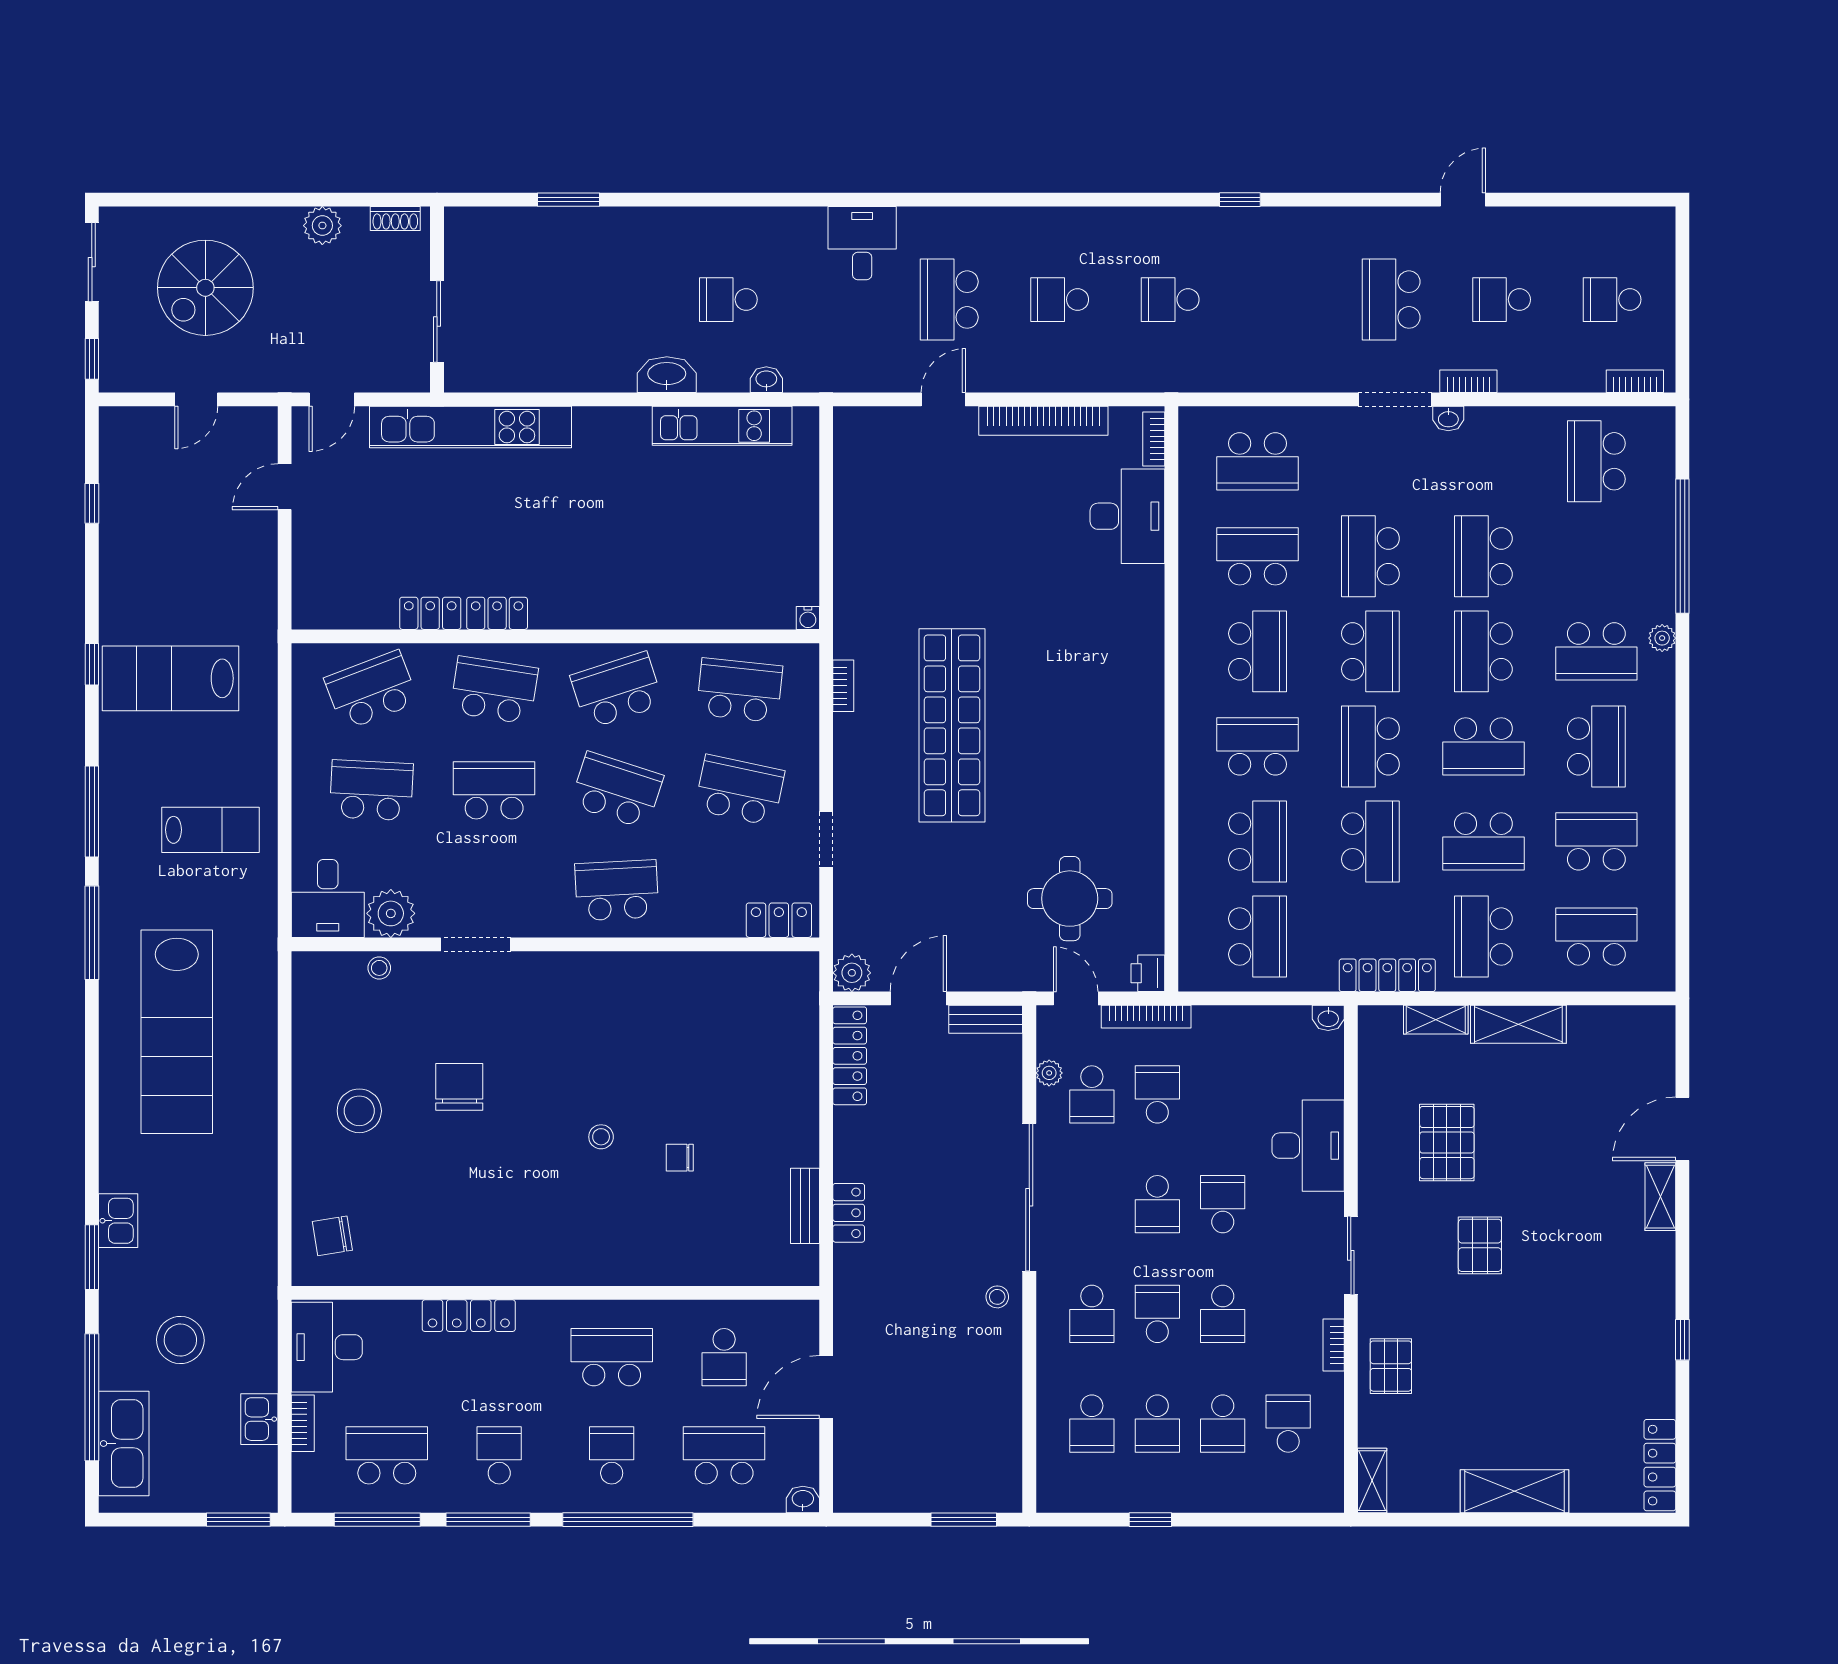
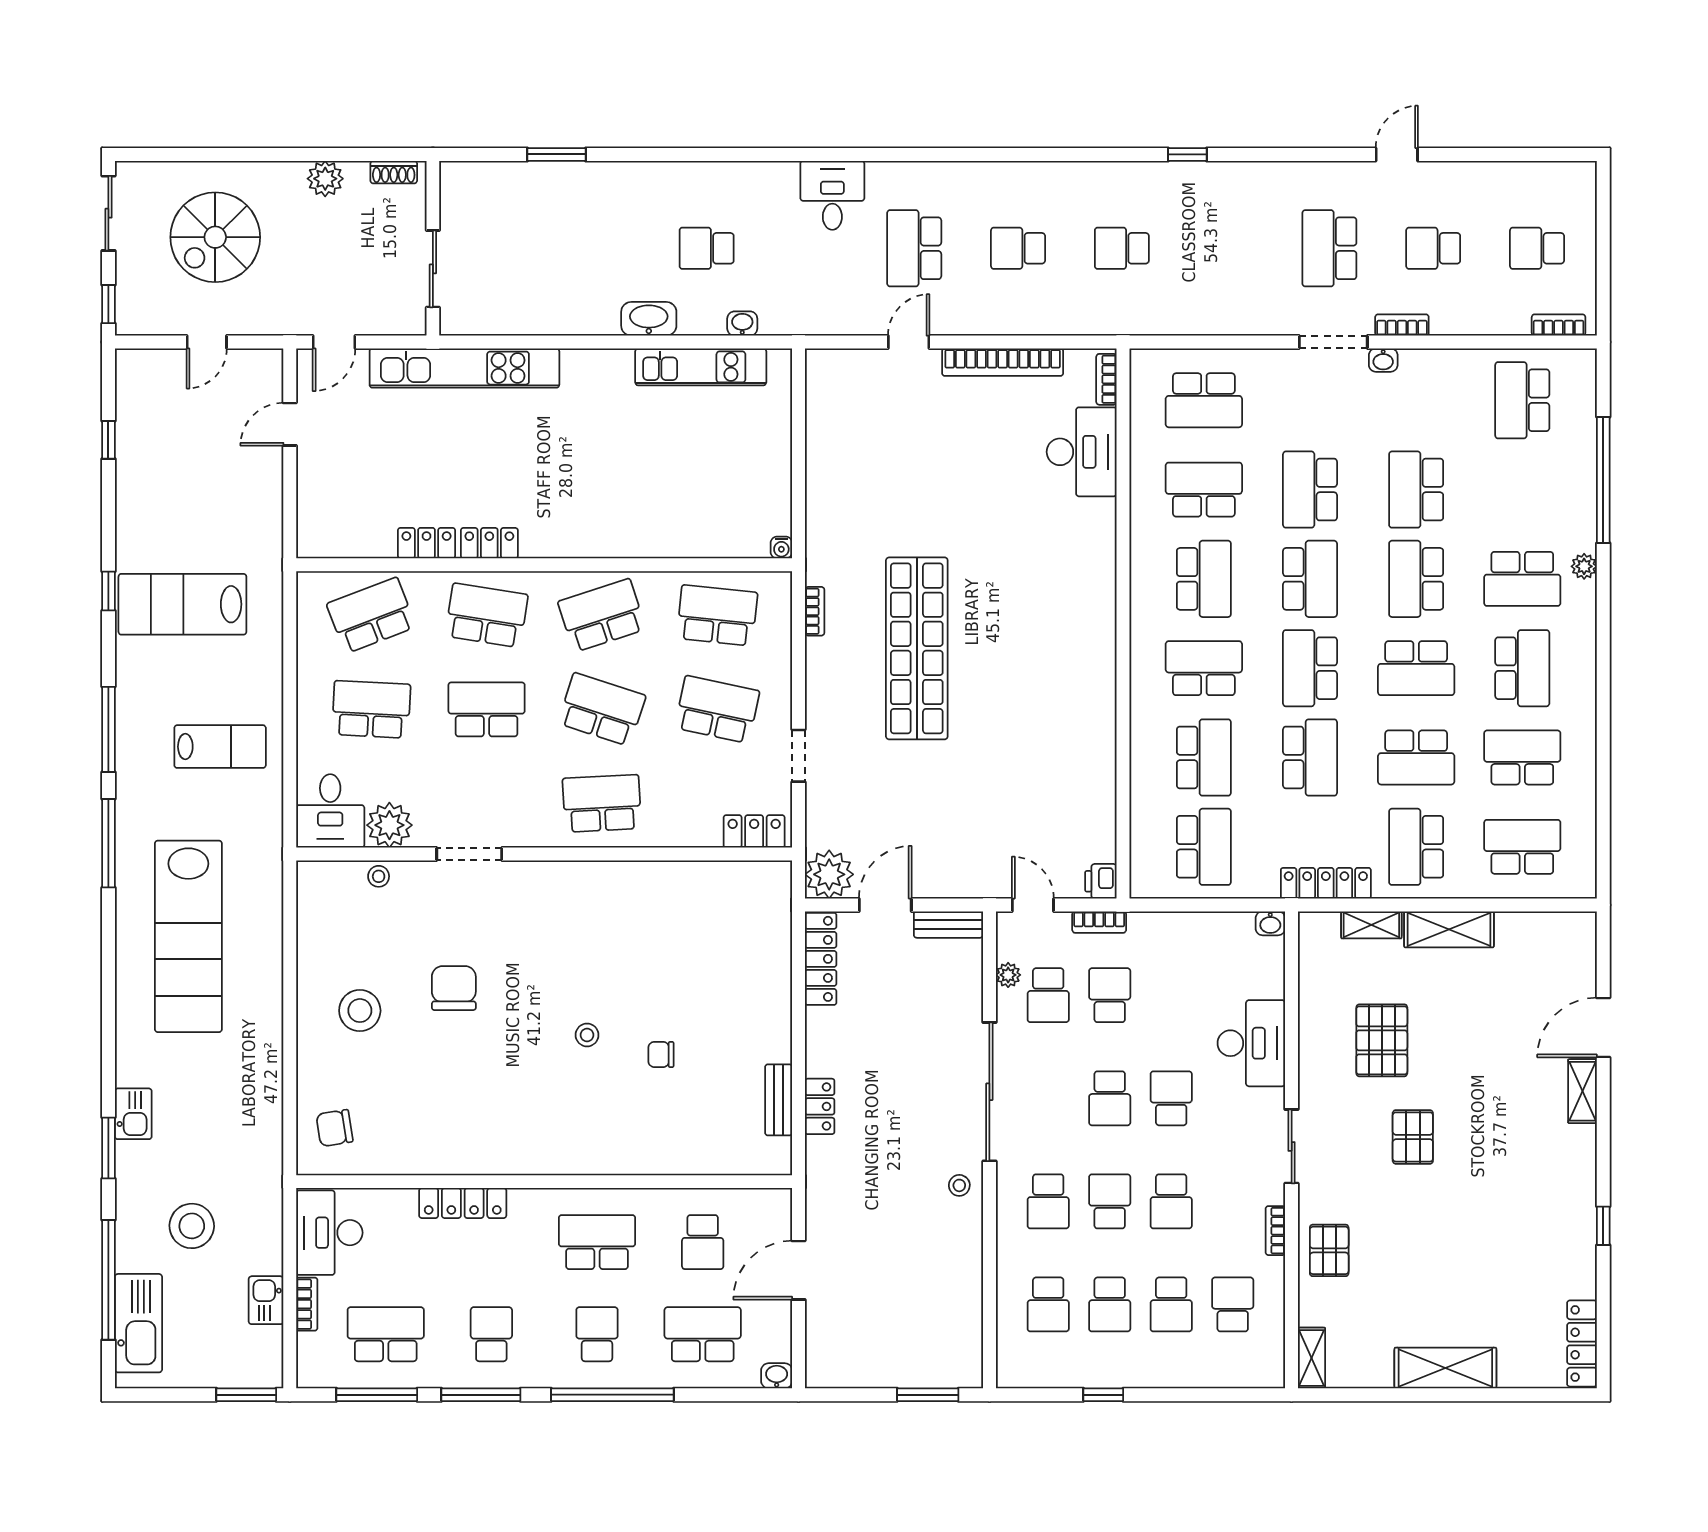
round table: (1070, 899) -> (1027, 811), removed
plant: (852, 973) -> (829, 874), width x1.36, depth x1.36
bookcase: (1146, 1017) -> (1099, 922), width x0.64

